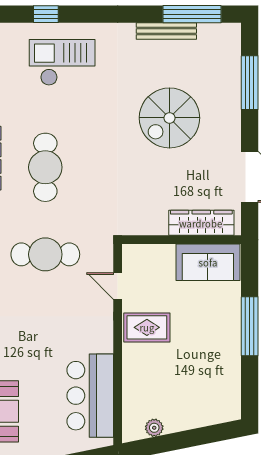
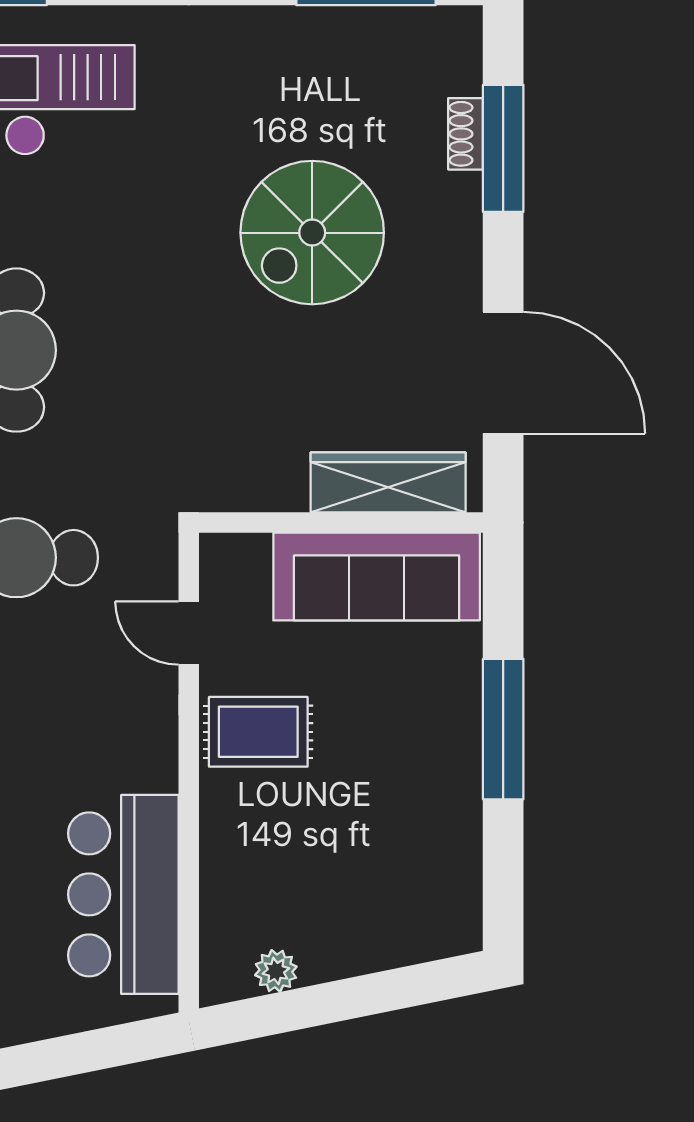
bench: (166, 31) -> (305, 25), removed
shoe rack: (234, 77) -> (466, 134), added
sofa: (208, 262) -> (377, 577), width x1.36

